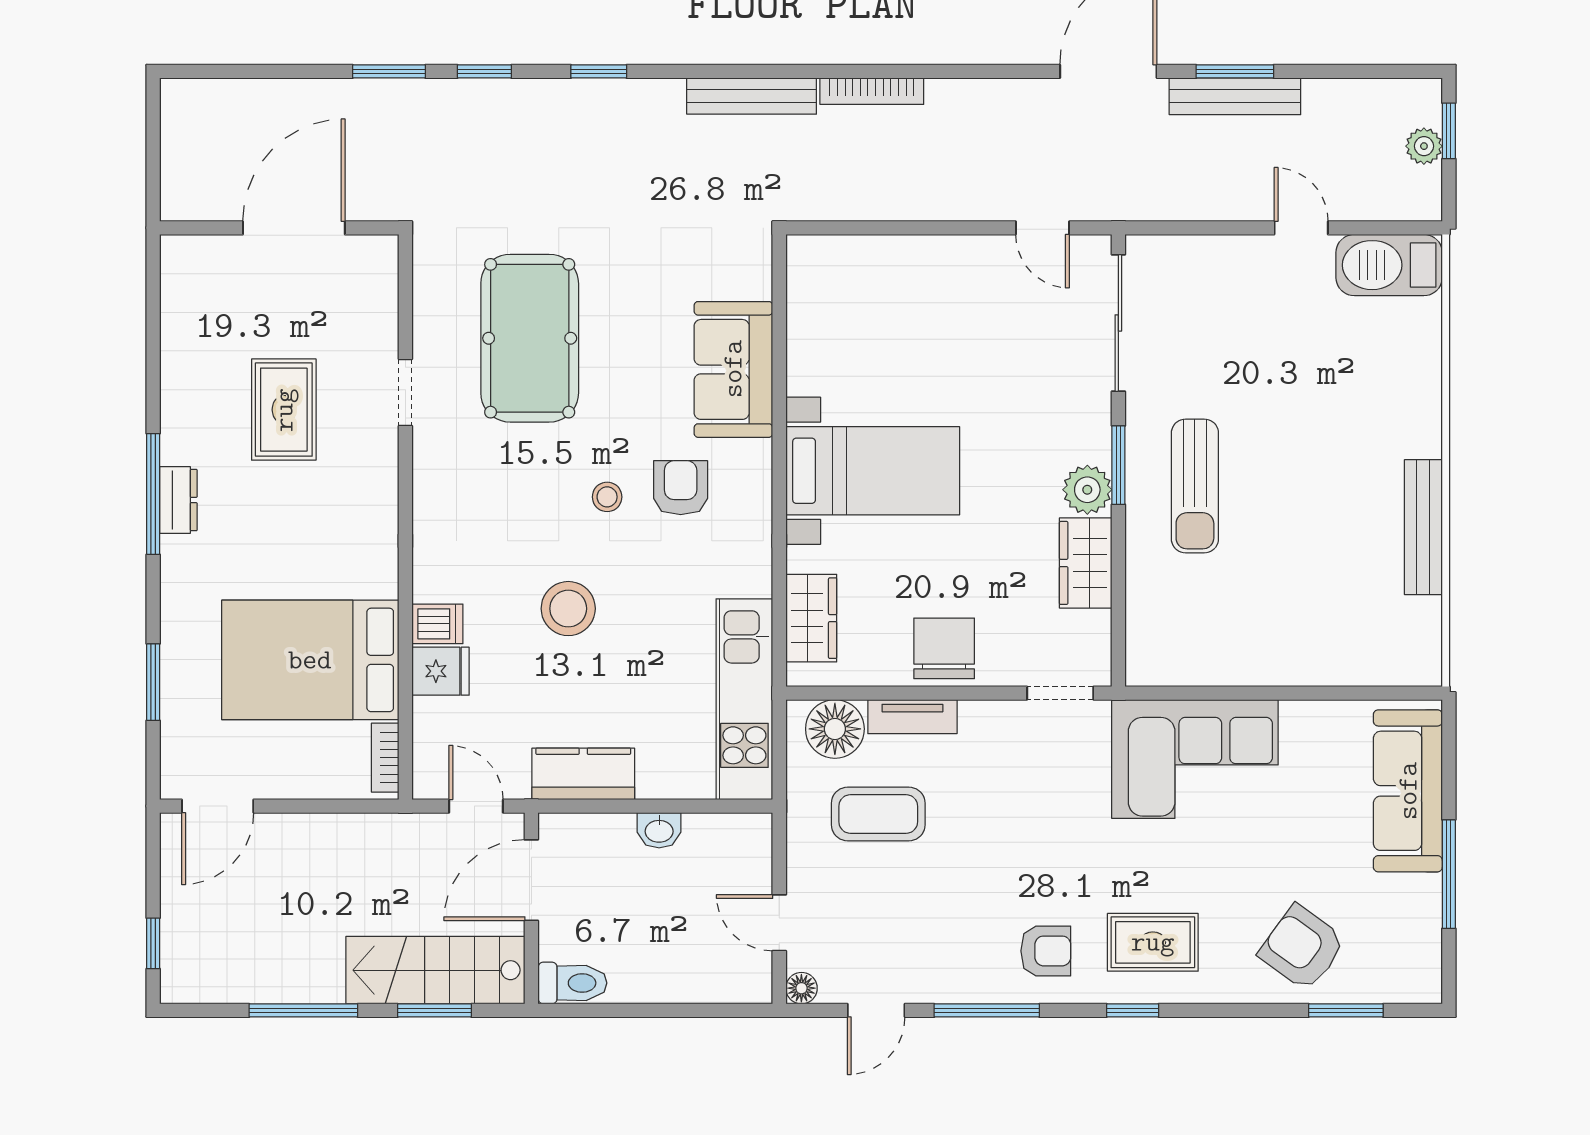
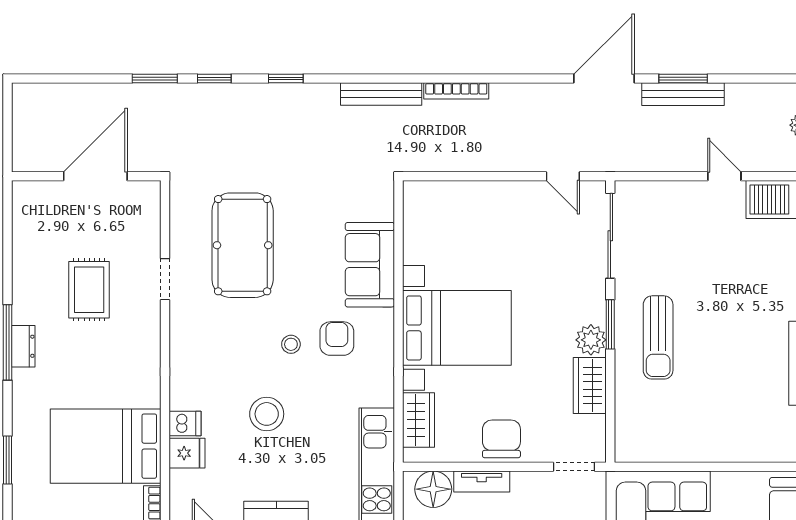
bed with nightstands: (873, 471) -> (457, 328), width x1.36

